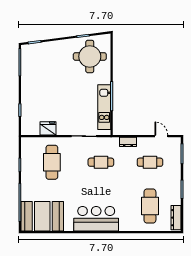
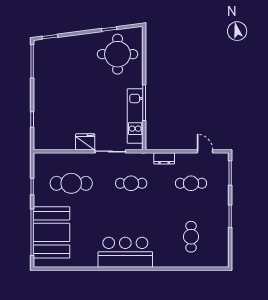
fridge: (48, 128) -> (85, 142), moved
cafe table: (52, 162) -> (71, 183), turned 90
cafe table: (150, 206) -> (191, 237), width x0.73, depth x0.74
booth: (42, 216) -> (52, 232), moved, turned 90
dresser: (176, 218) -> (223, 251), removed

